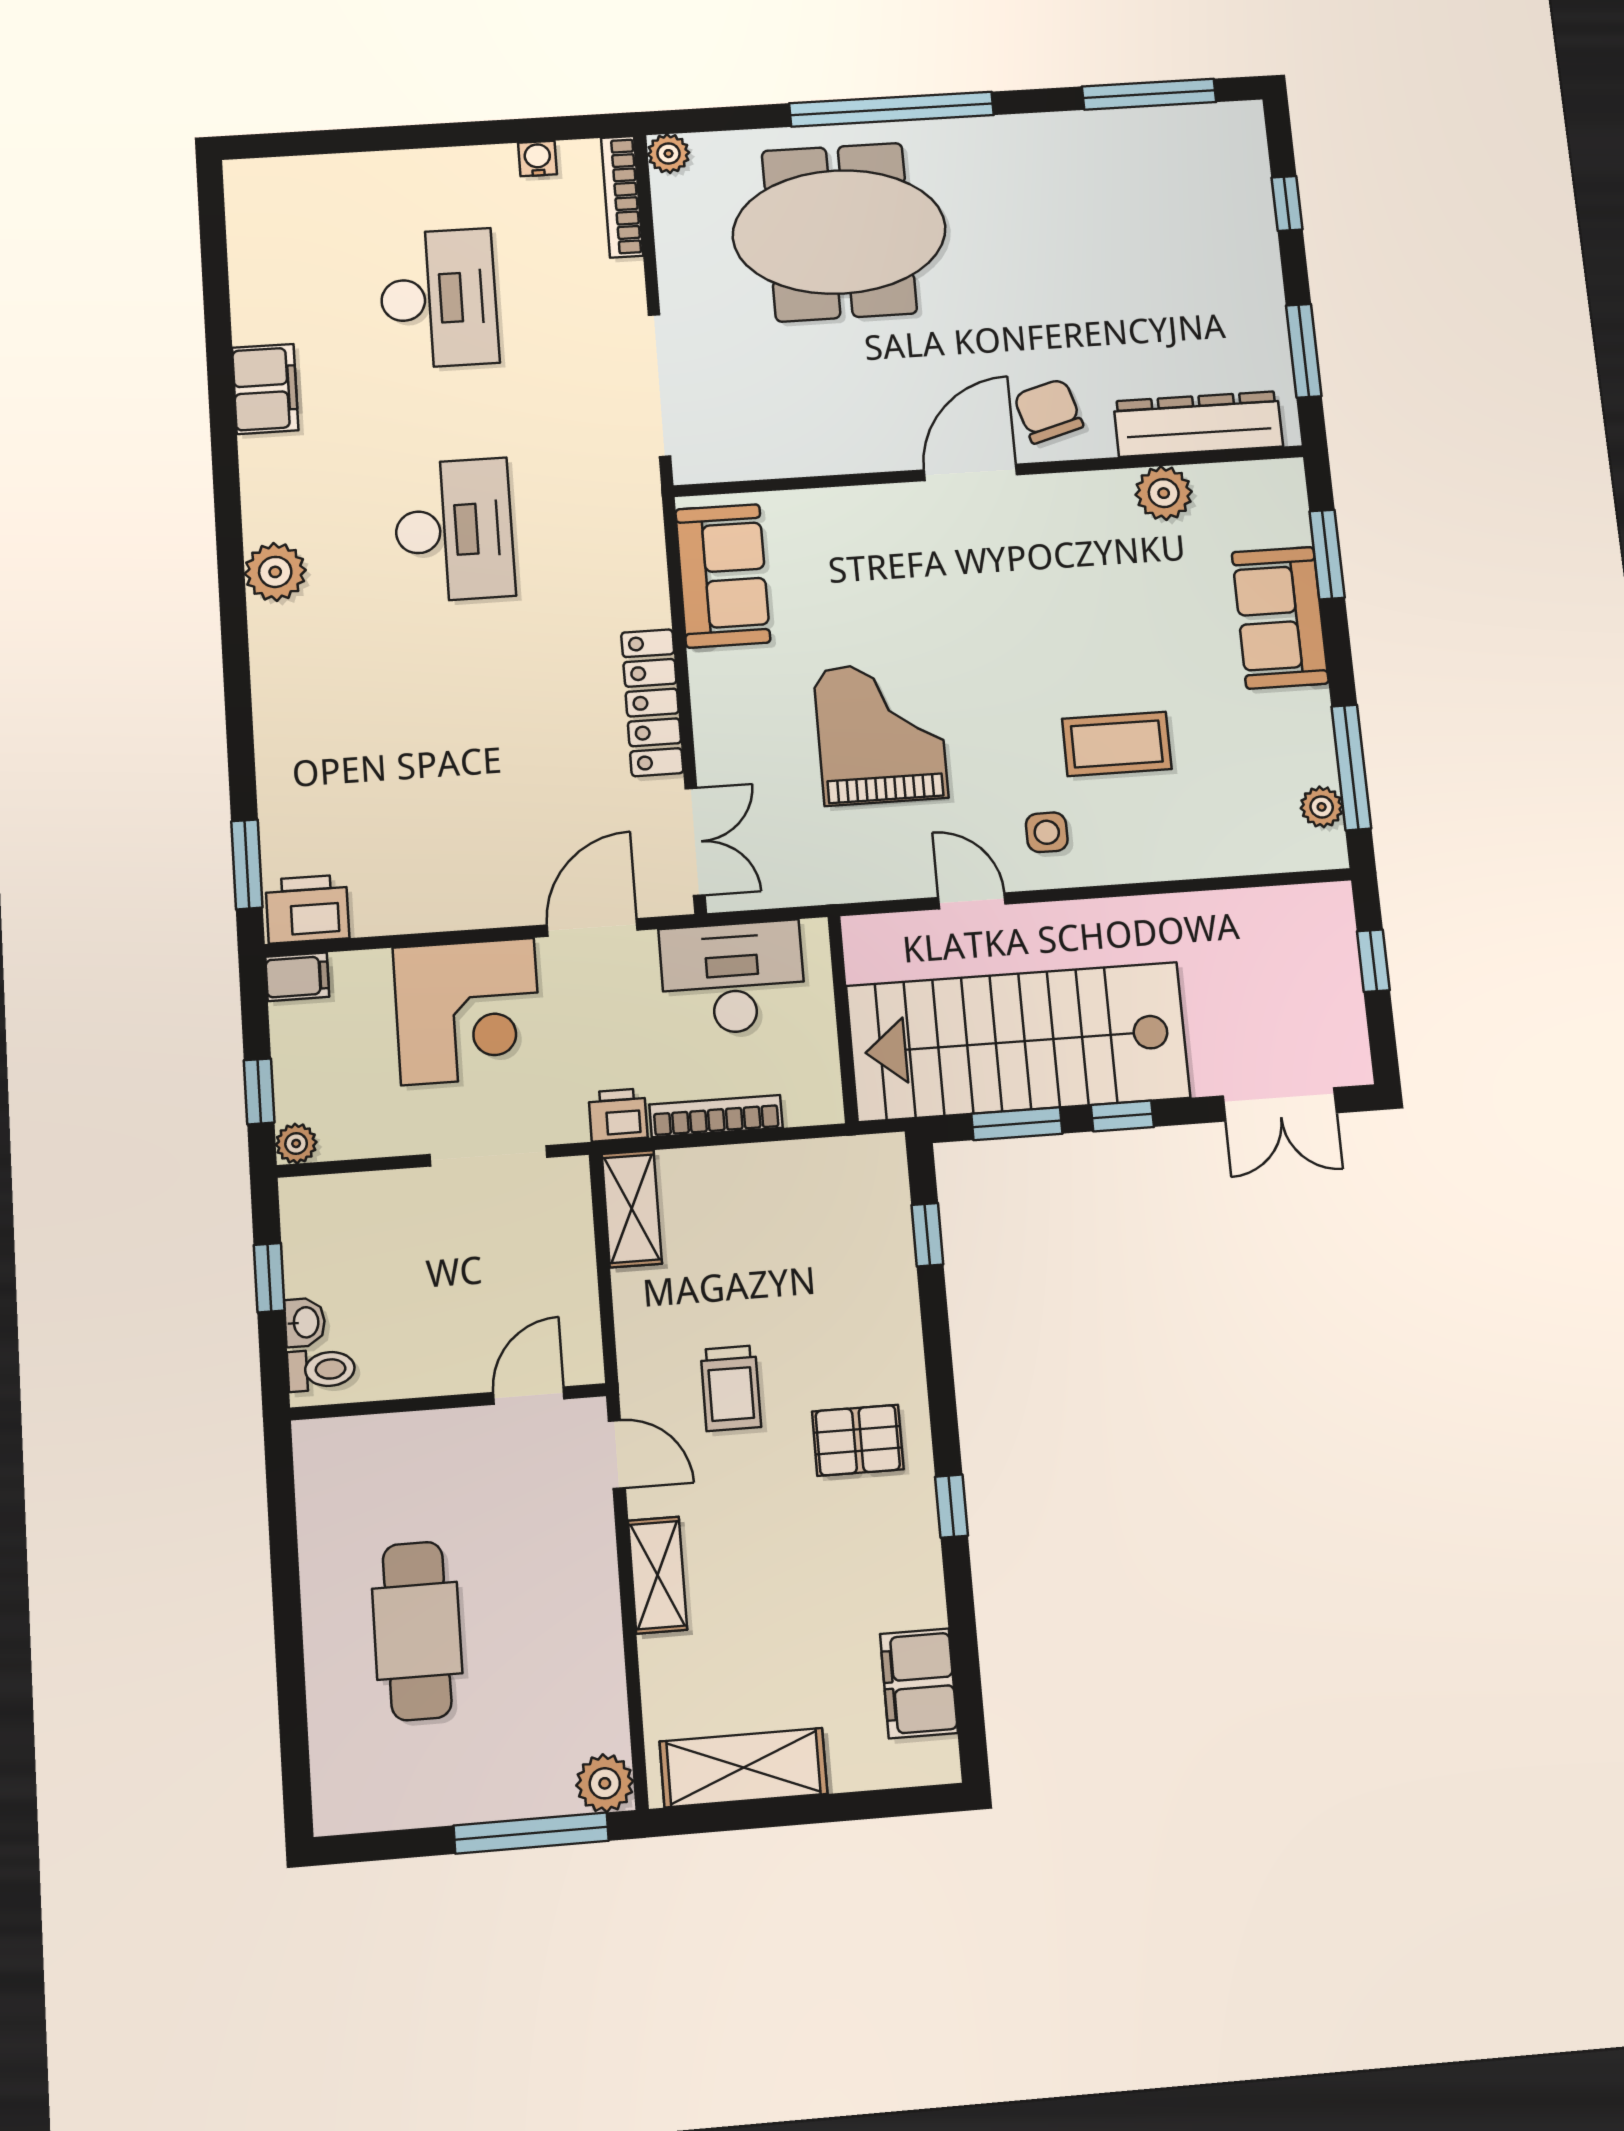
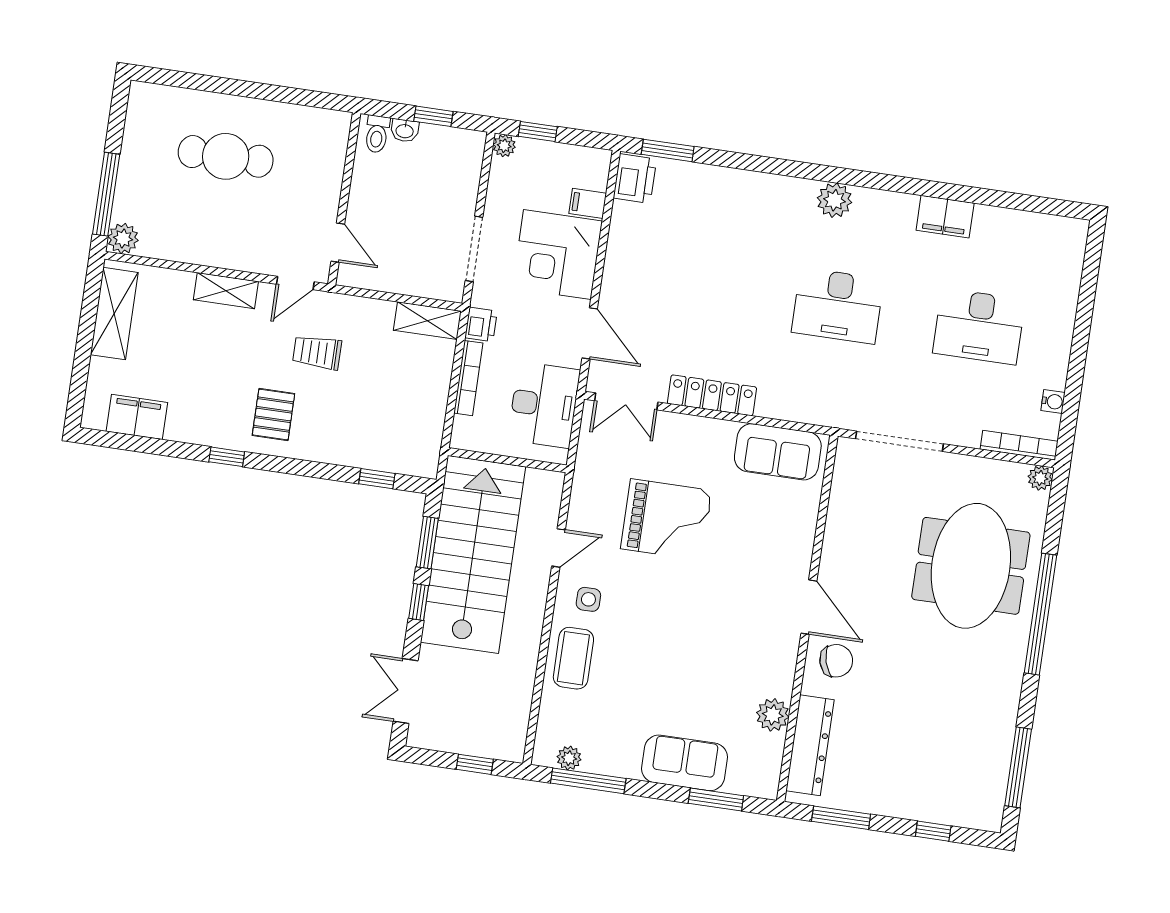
coffee table: (1117, 744) -> (573, 658), moved
filing cabinet: (297, 977) -> (588, 203), moved, turned 90

